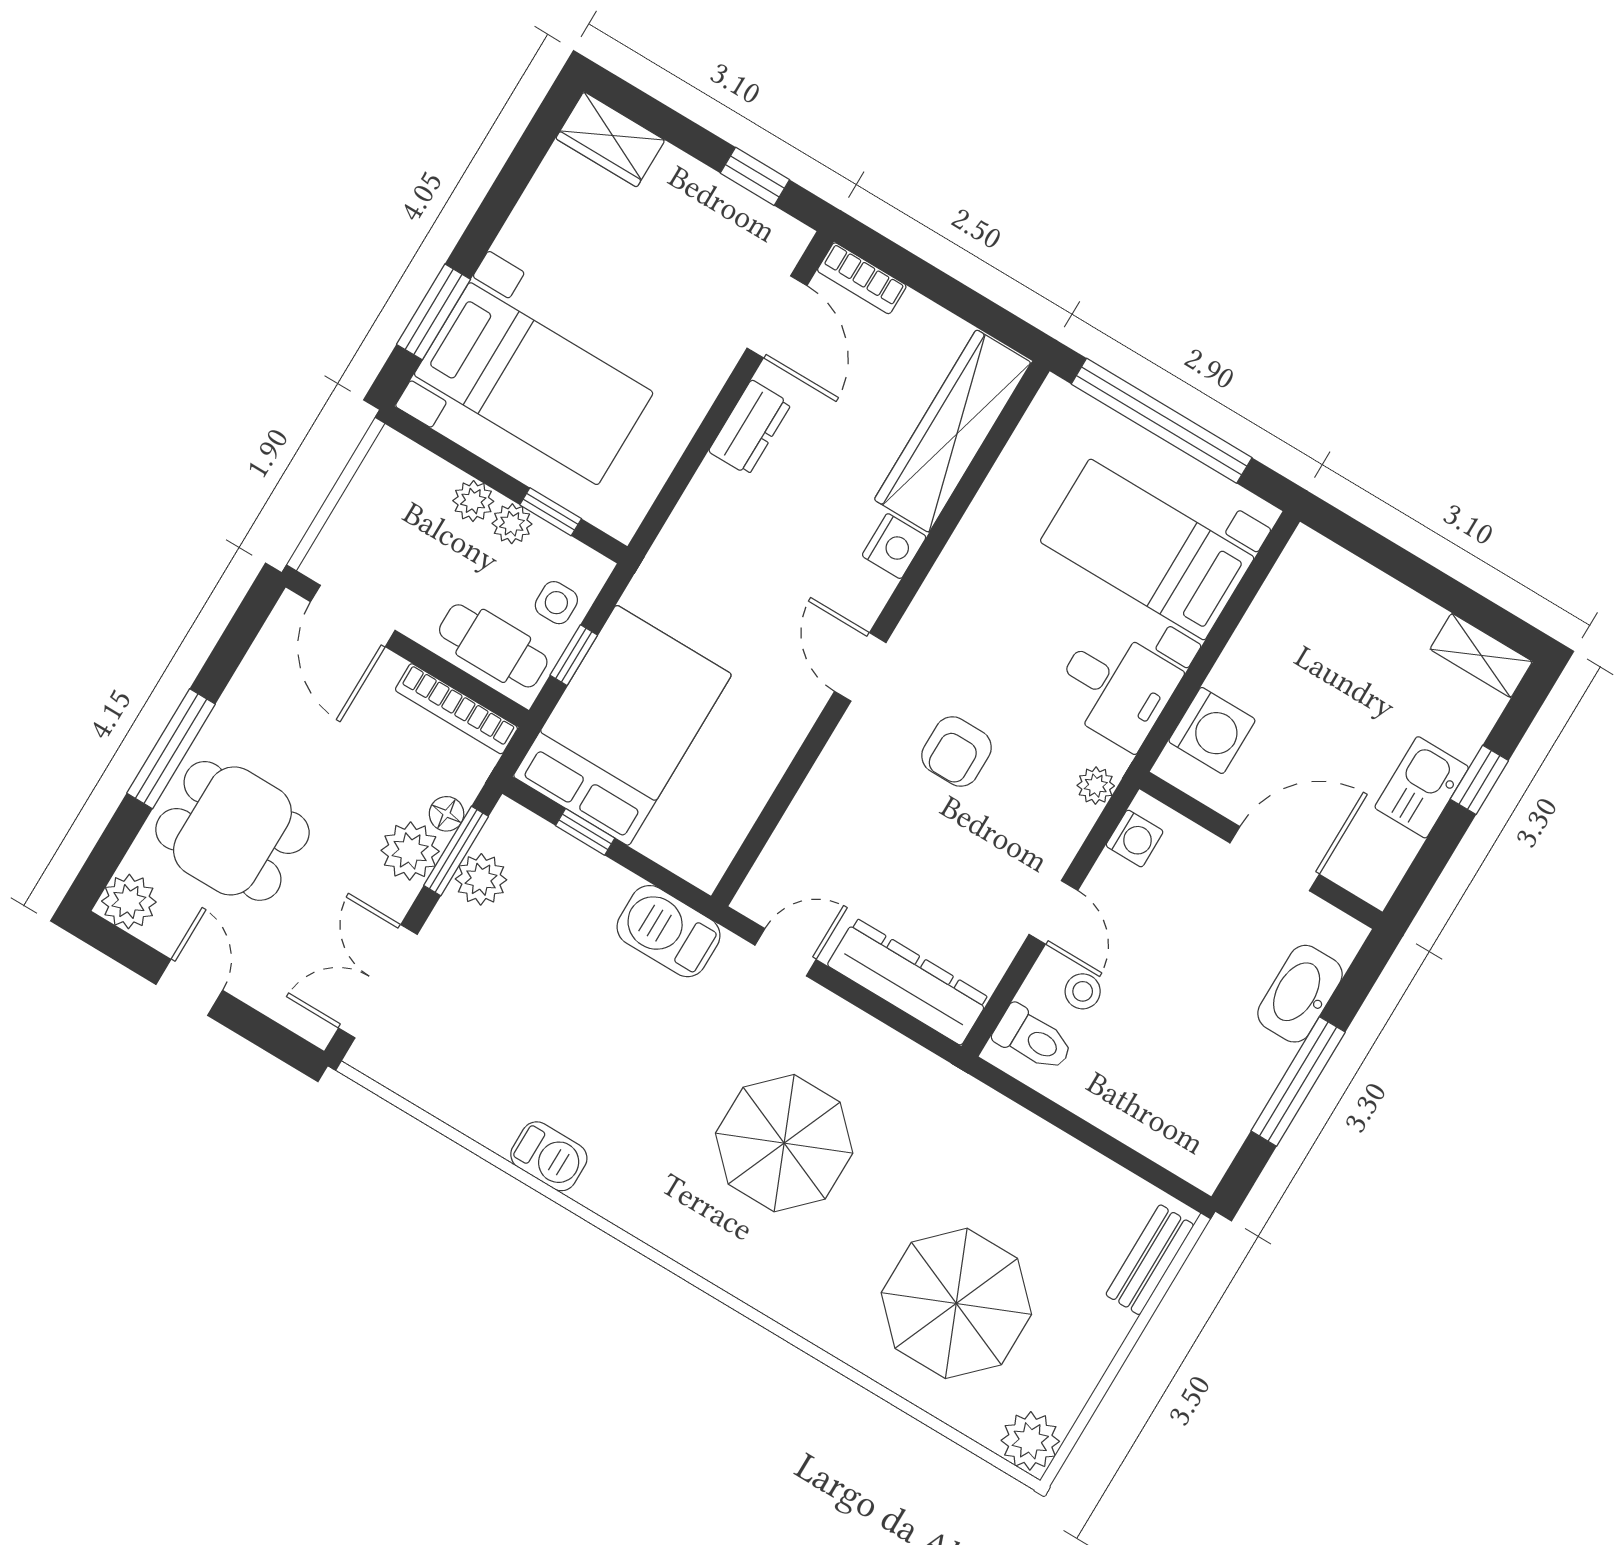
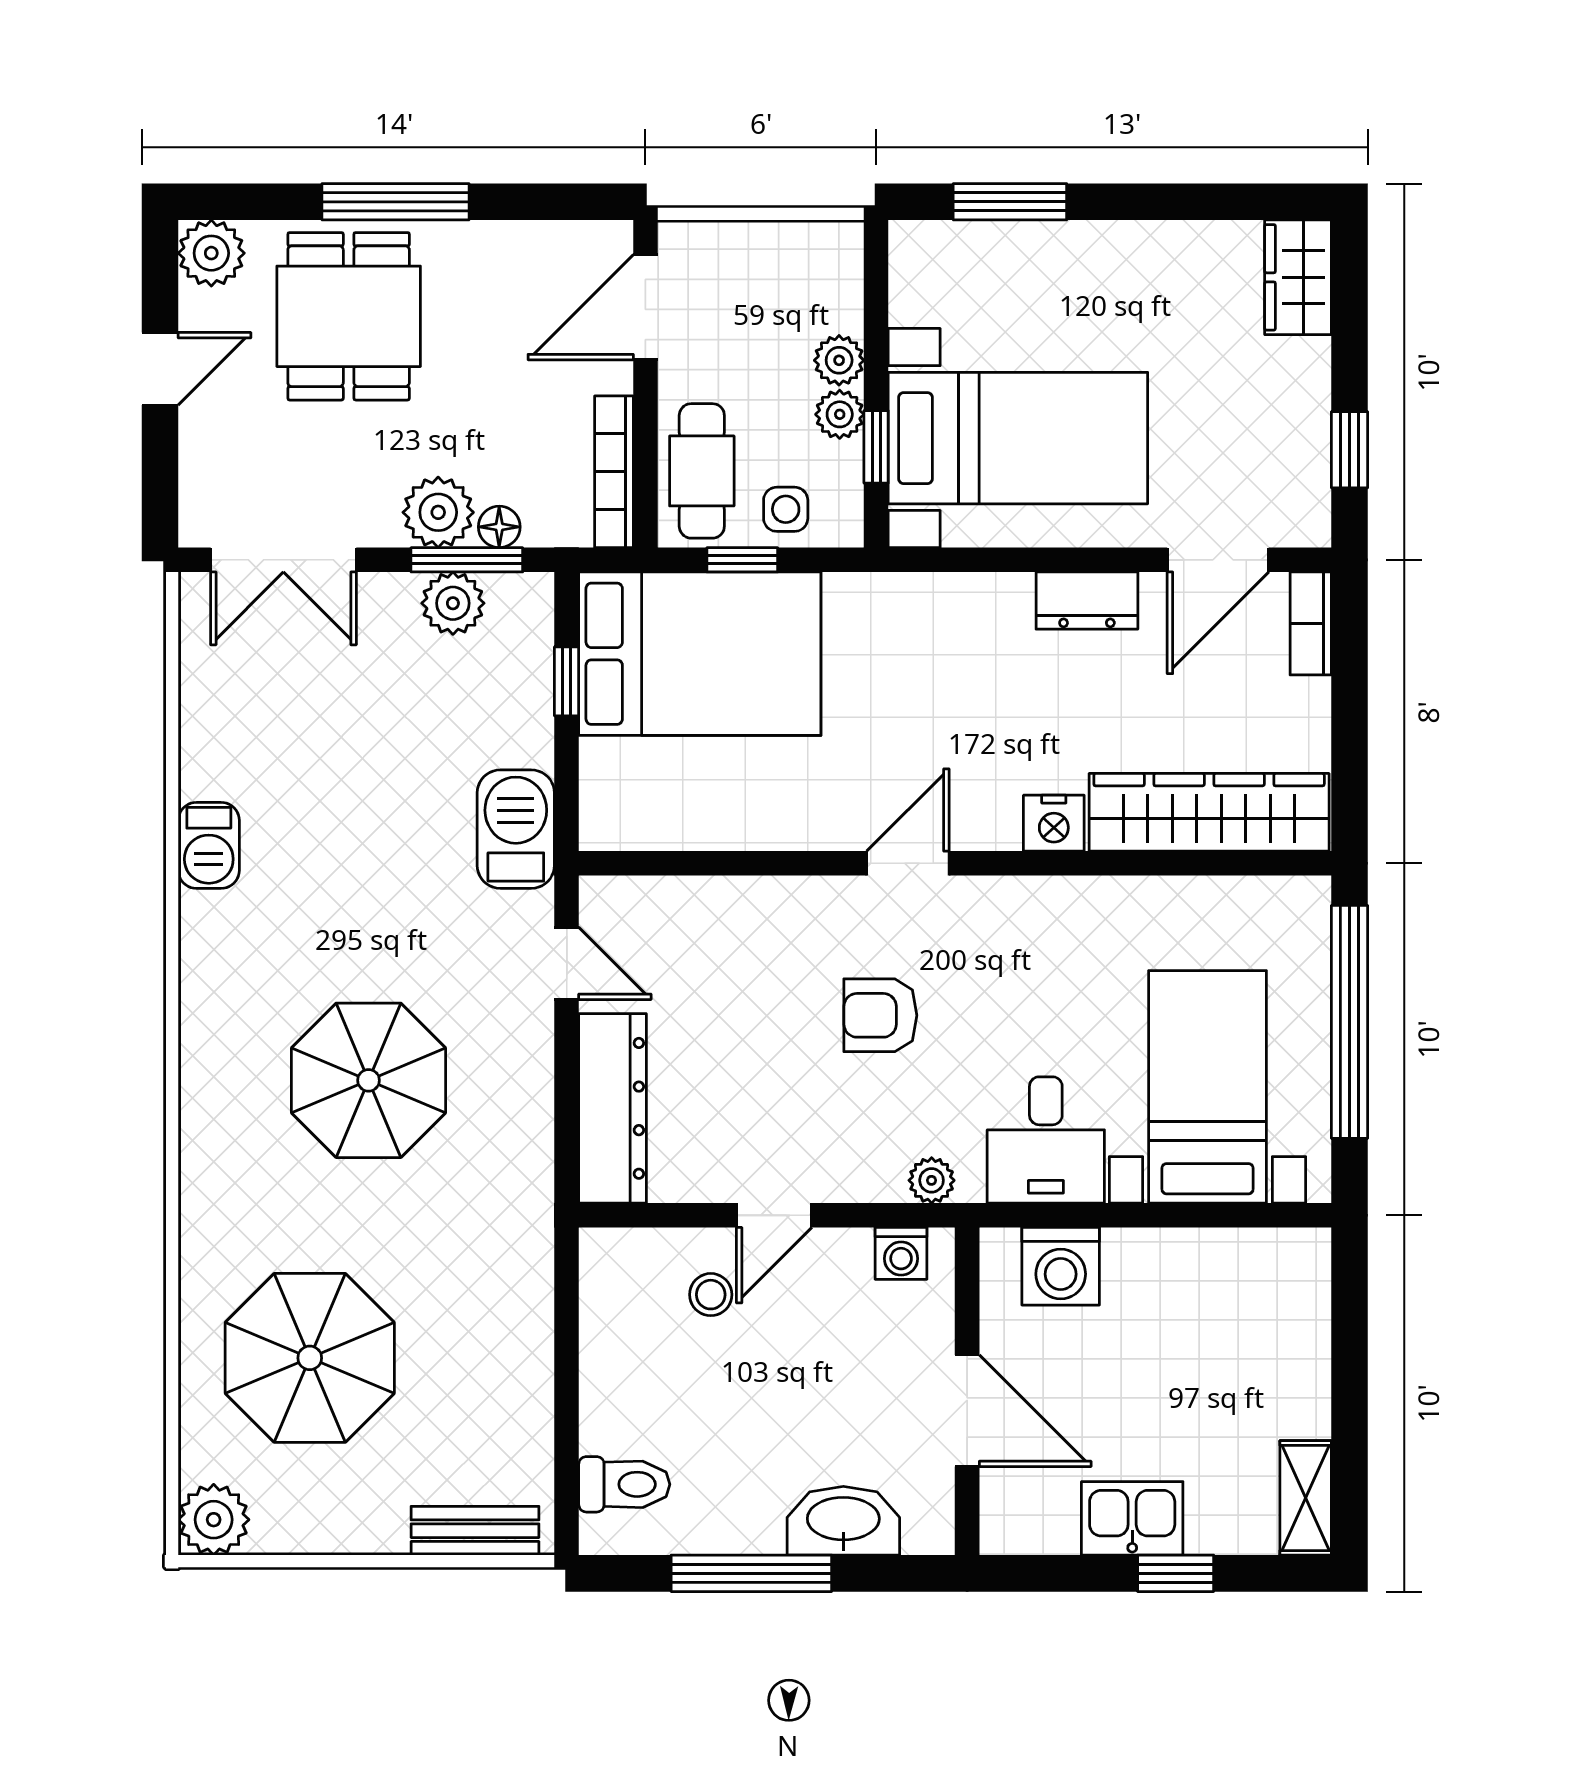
bed with nightstands: (534, 384) -> (1018, 438), moved, turned -90
double door: (378, 981) -> (283, 560), swing flipped
toilet: (1033, 1039) -> (624, 1484), moved, turned -90

